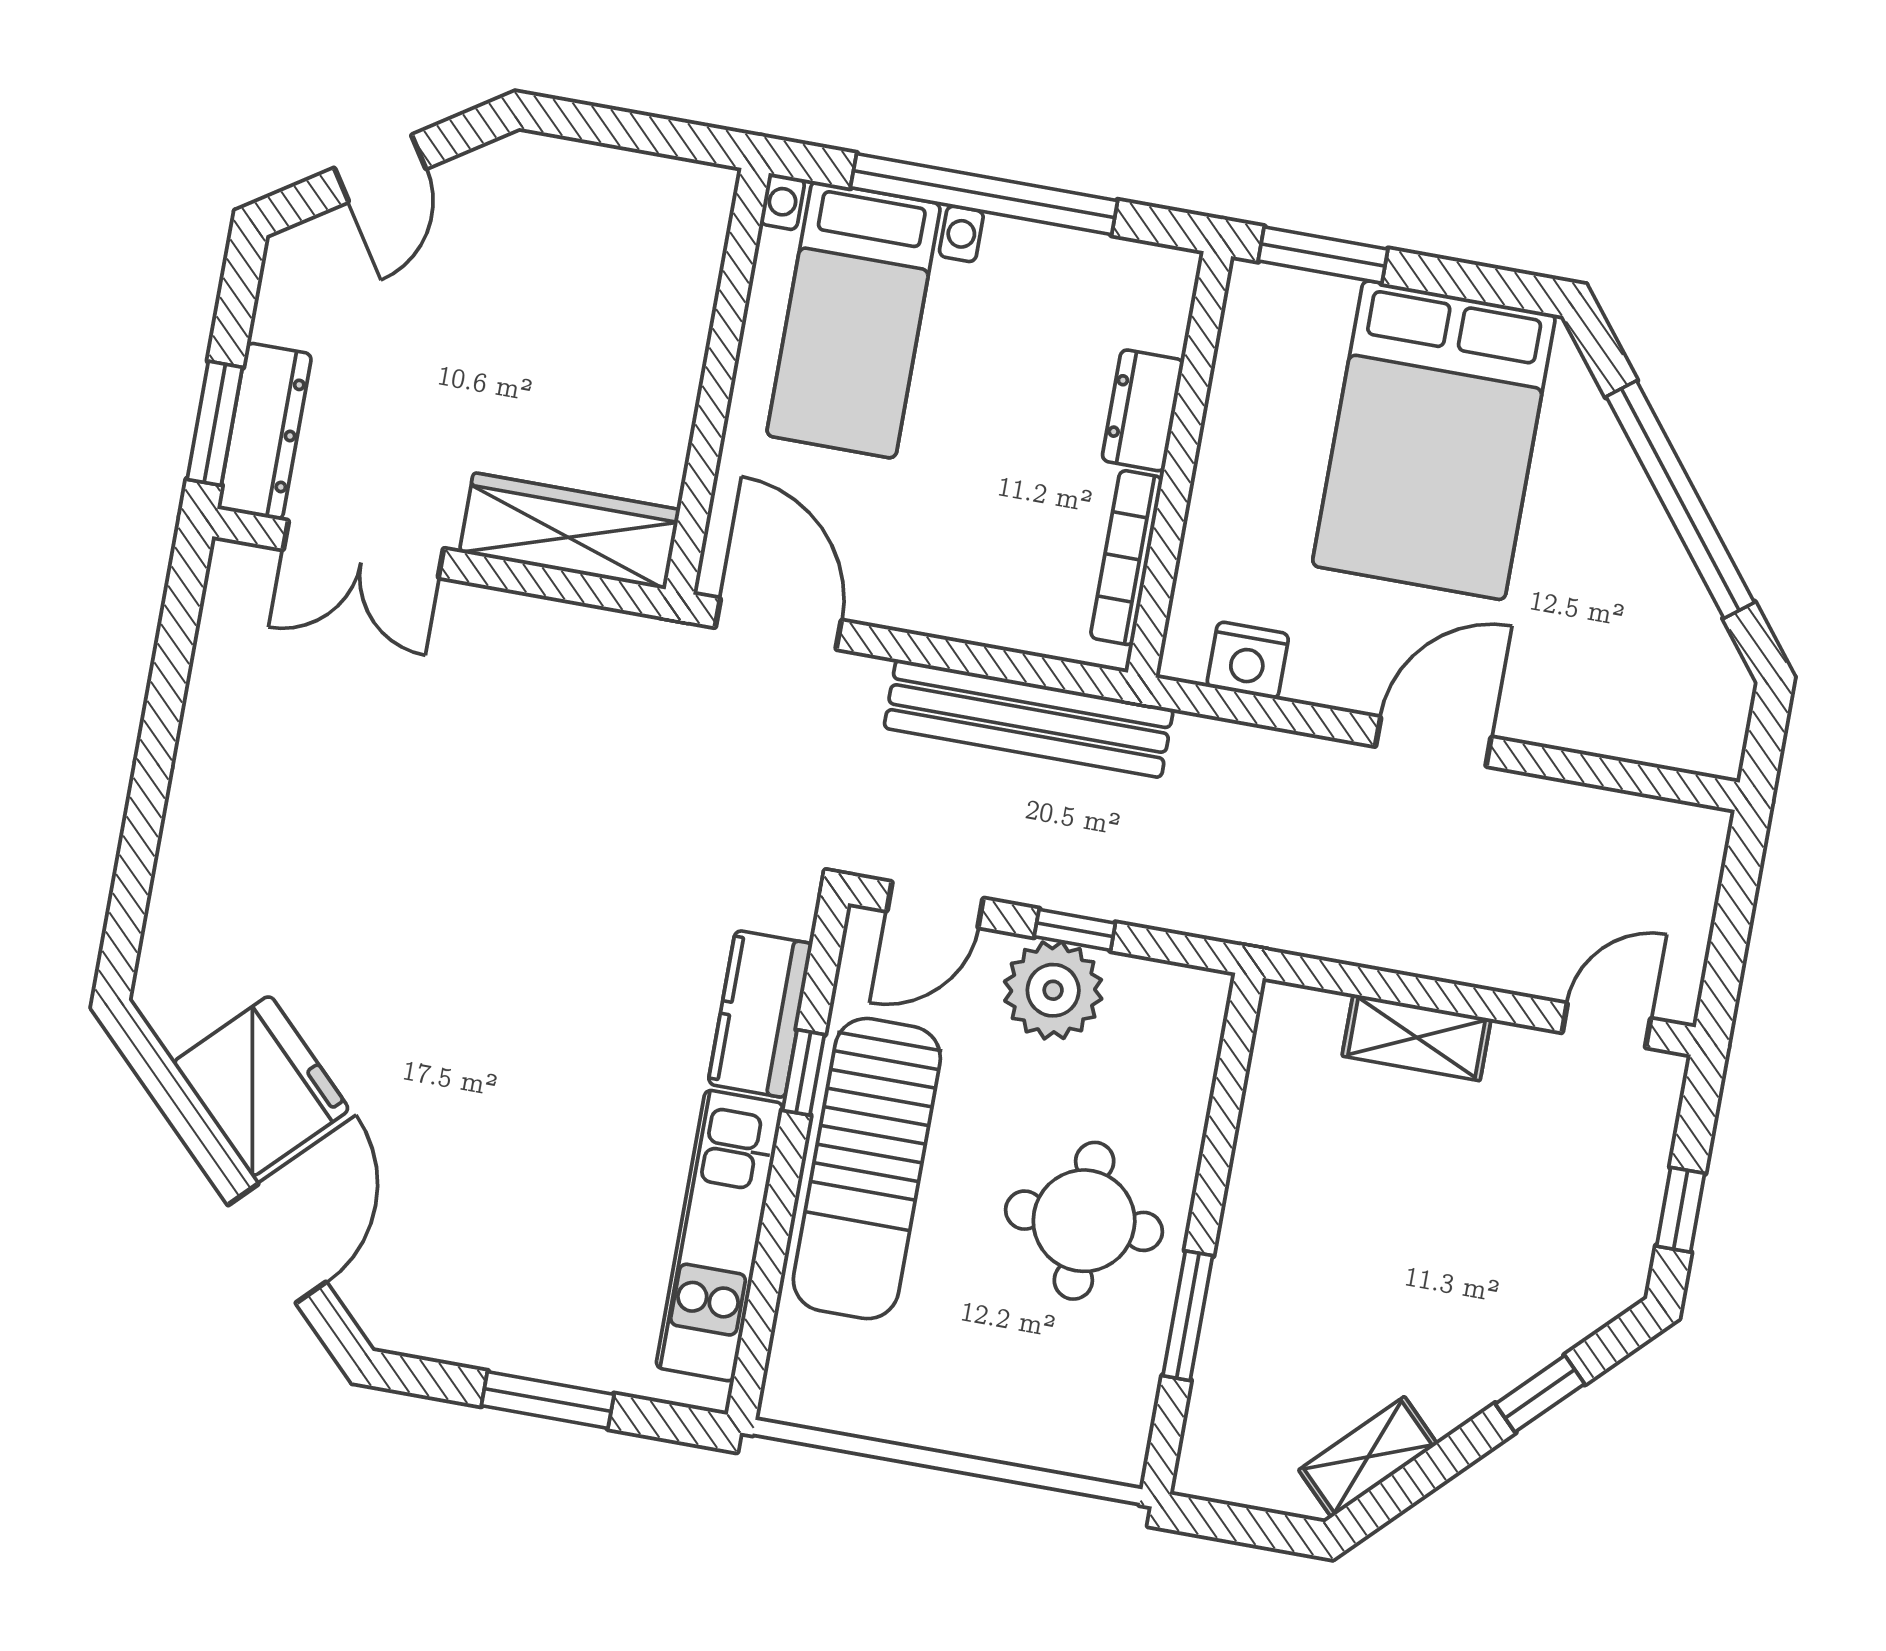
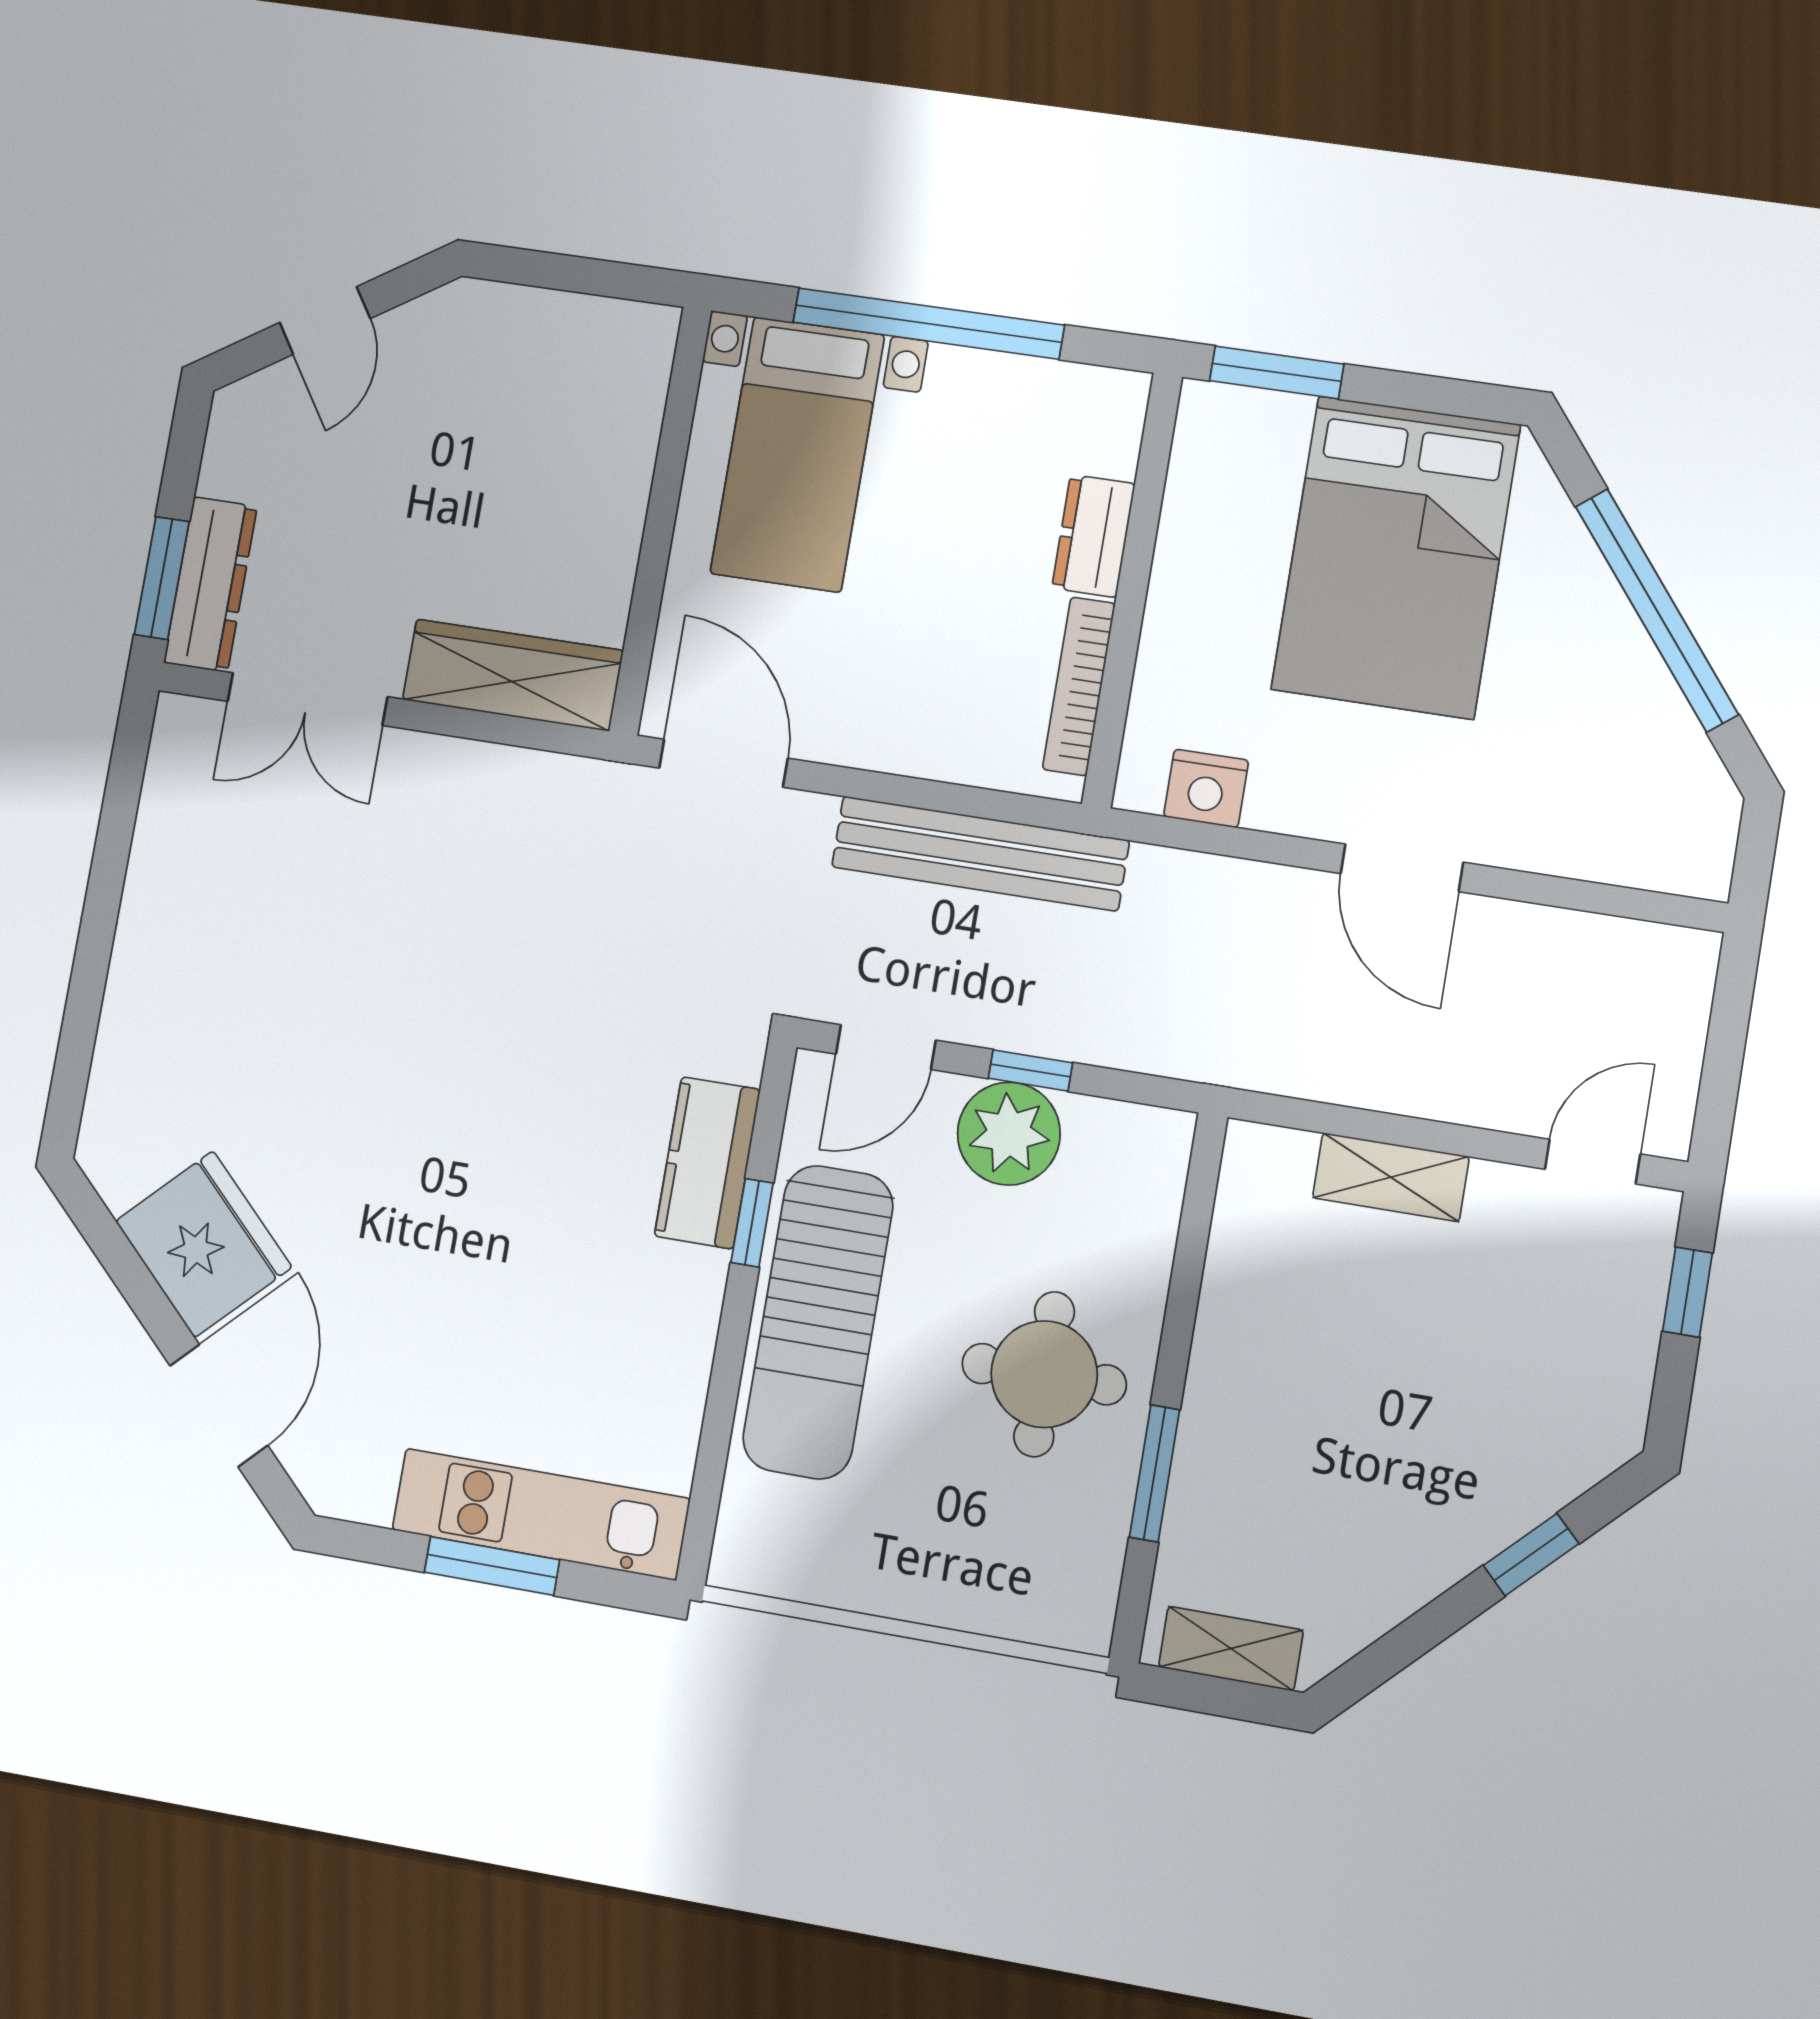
door: (1433, 742) -> (1402, 868), swing flipped
window: (1681, 1210) -> (1687, 1292), moved
kitchen unit: (720, 1236) -> (541, 1514), moved, turned 90
shelving: (1368, 1457) -> (1231, 1649), moved, turned 45

